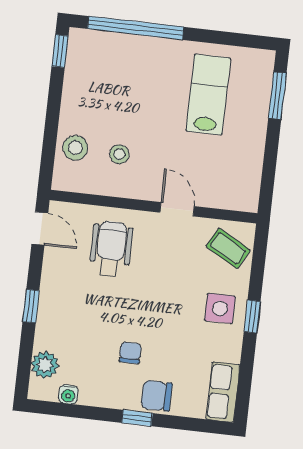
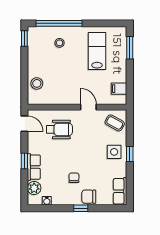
stool: (119, 154) -> (60, 43), moved
filing cabinet: (245, 178) -> (119, 89), added
wheelchair: (111, 249) -> (59, 129), turned 90
row of seats: (49, 321) -> (34, 167), added

